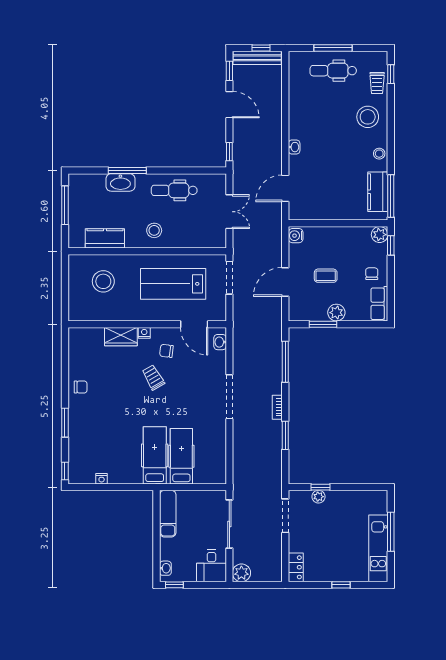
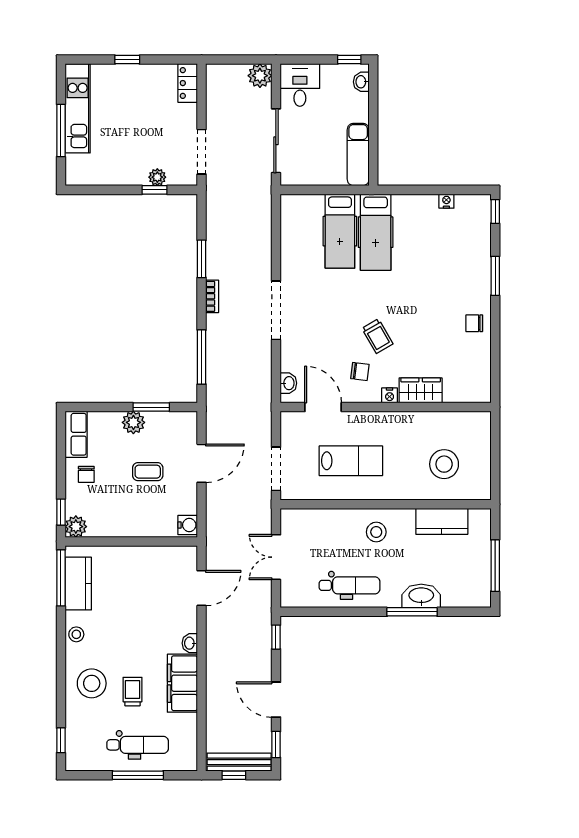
trolley: (377, 83) -> (133, 692), moved
filing cabinet: (300, 117) -> (182, 683), added
lab bench: (173, 284) -> (351, 461), width x0.73, depth x0.72

